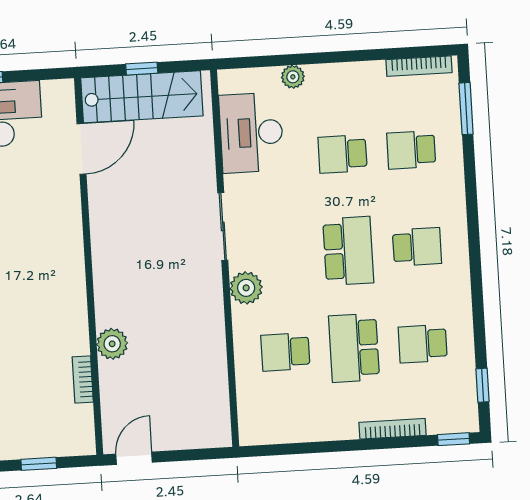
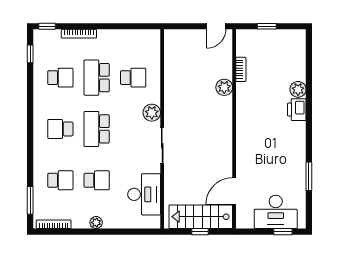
plant: (293, 77) -> (96, 223), moved
school desk: (354, 348) -> (97, 78), turned 180

